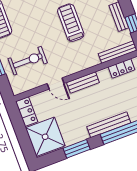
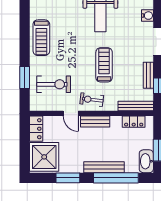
exercise bike: (71, 62) -> (92, 100), added

